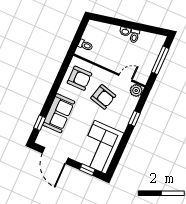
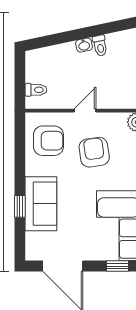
door: (126, 78) -> (85, 111), moved
armchair: (103, 97) -> (94, 152), turned -113
window: (40, 123) -> (20, 206), moved

